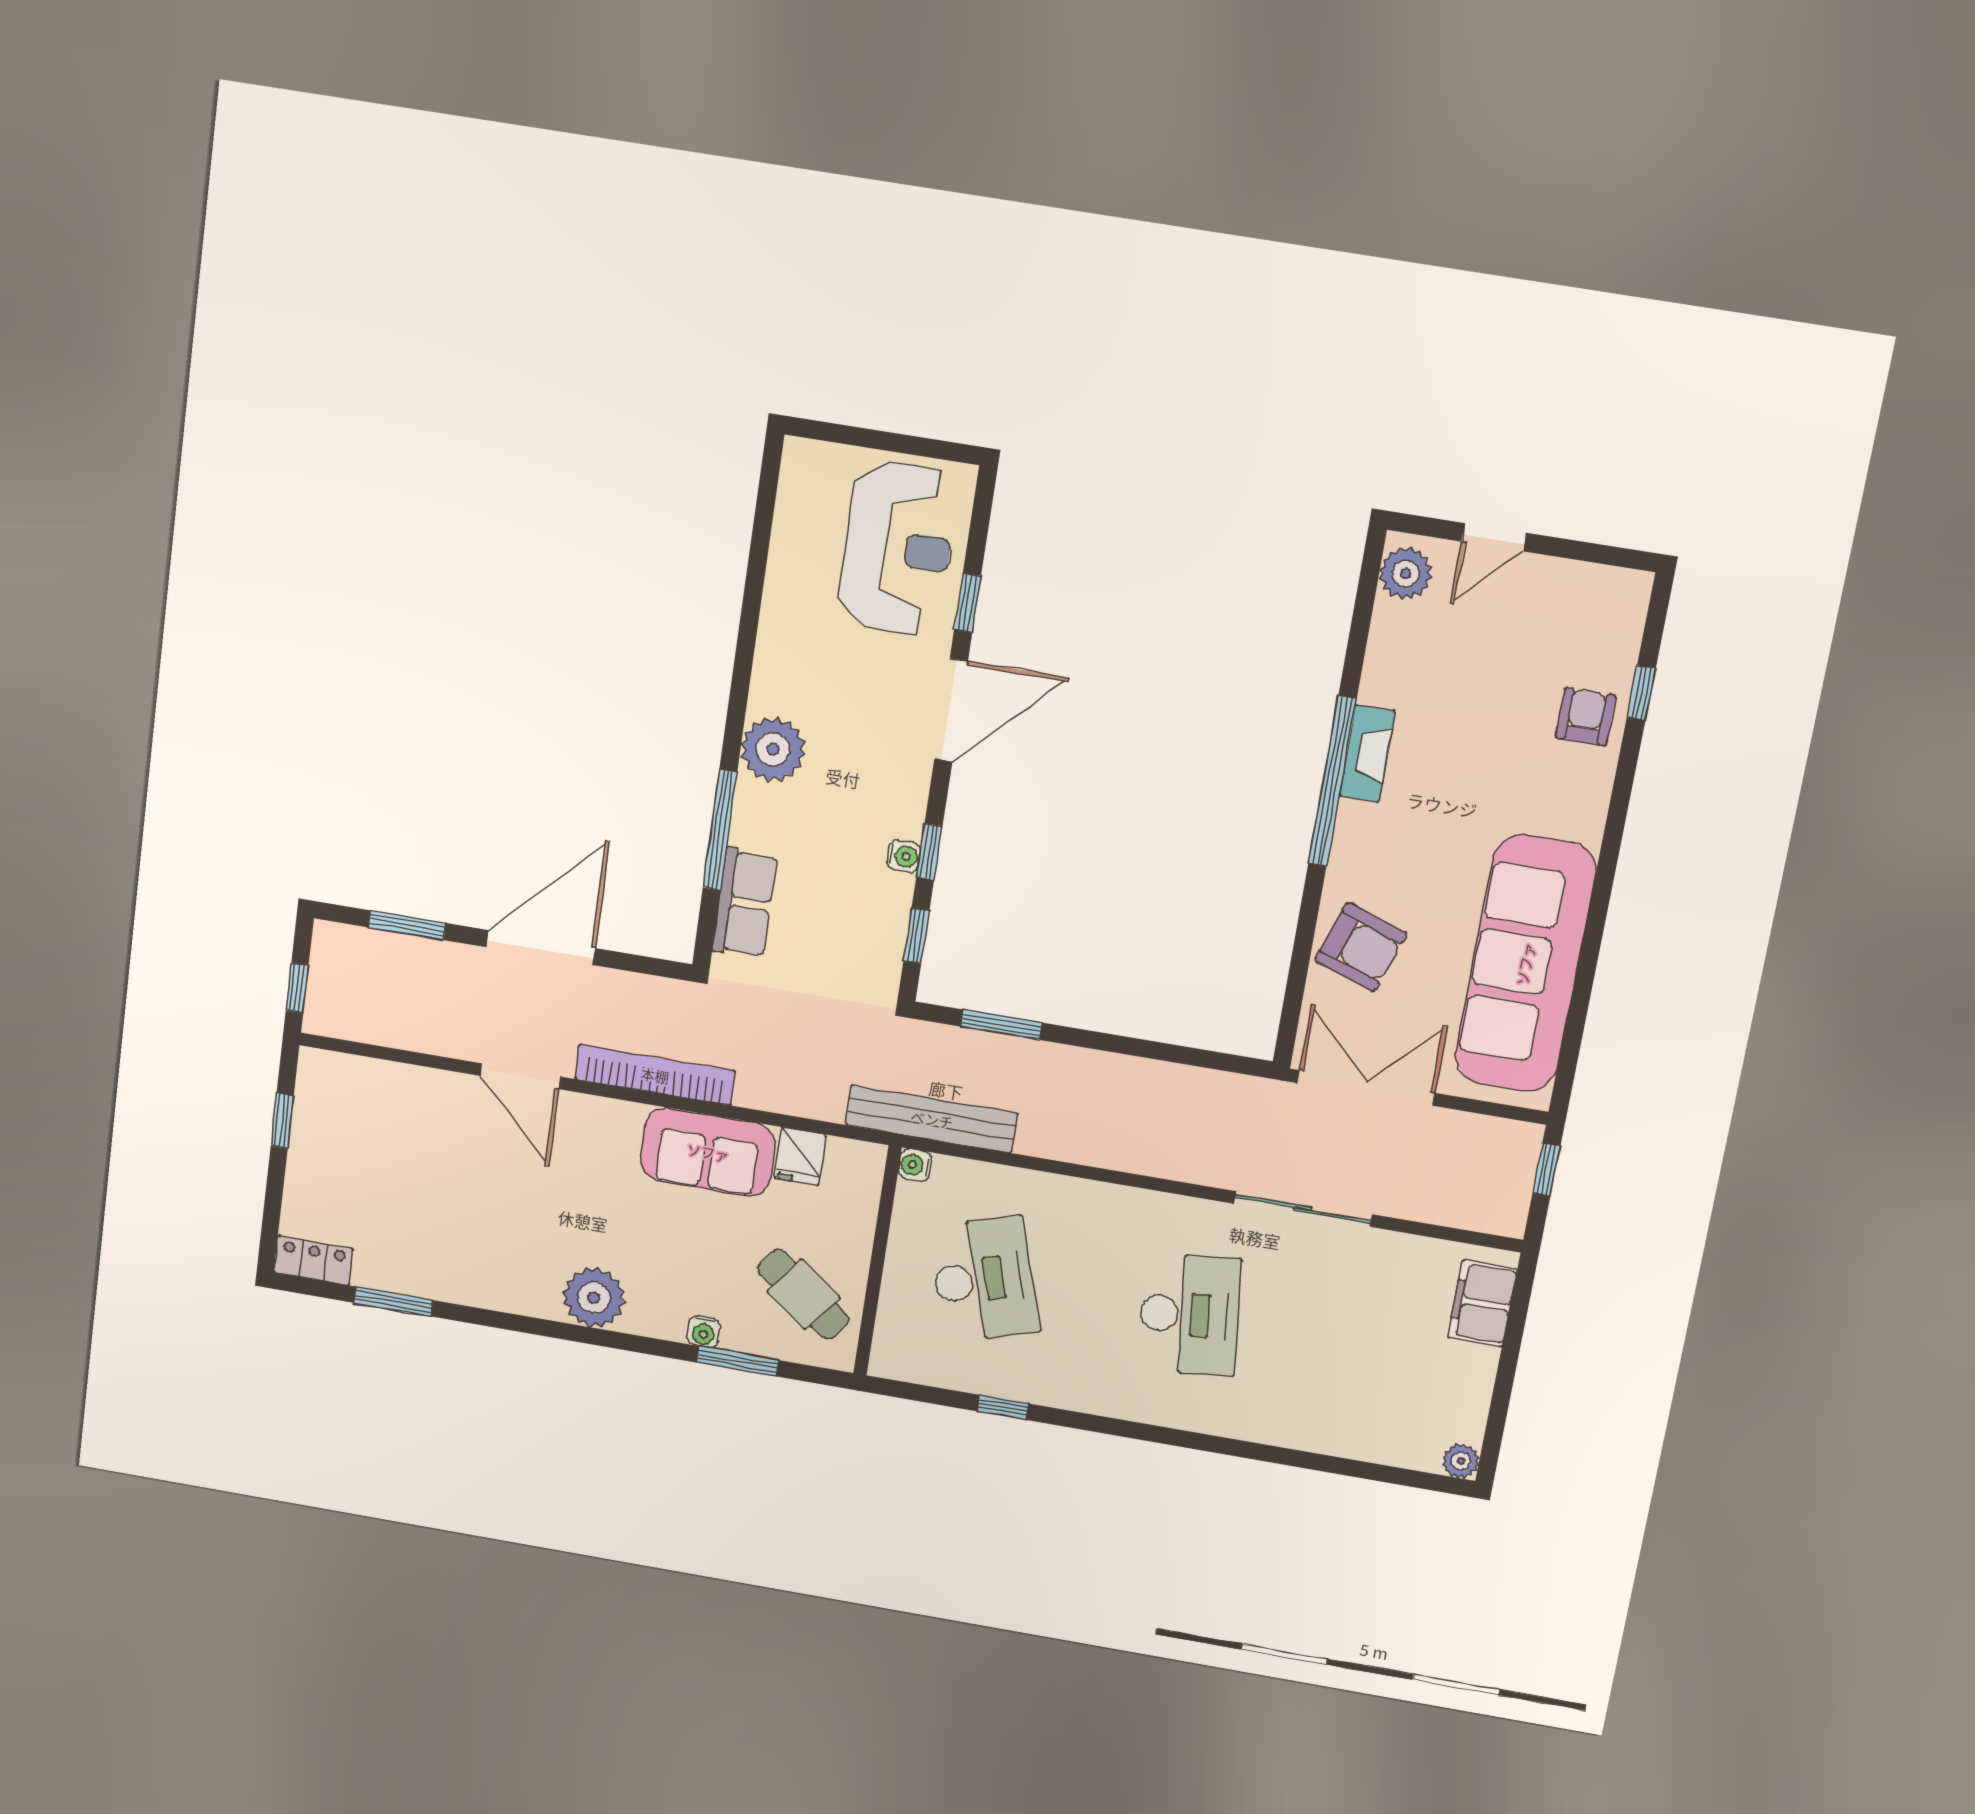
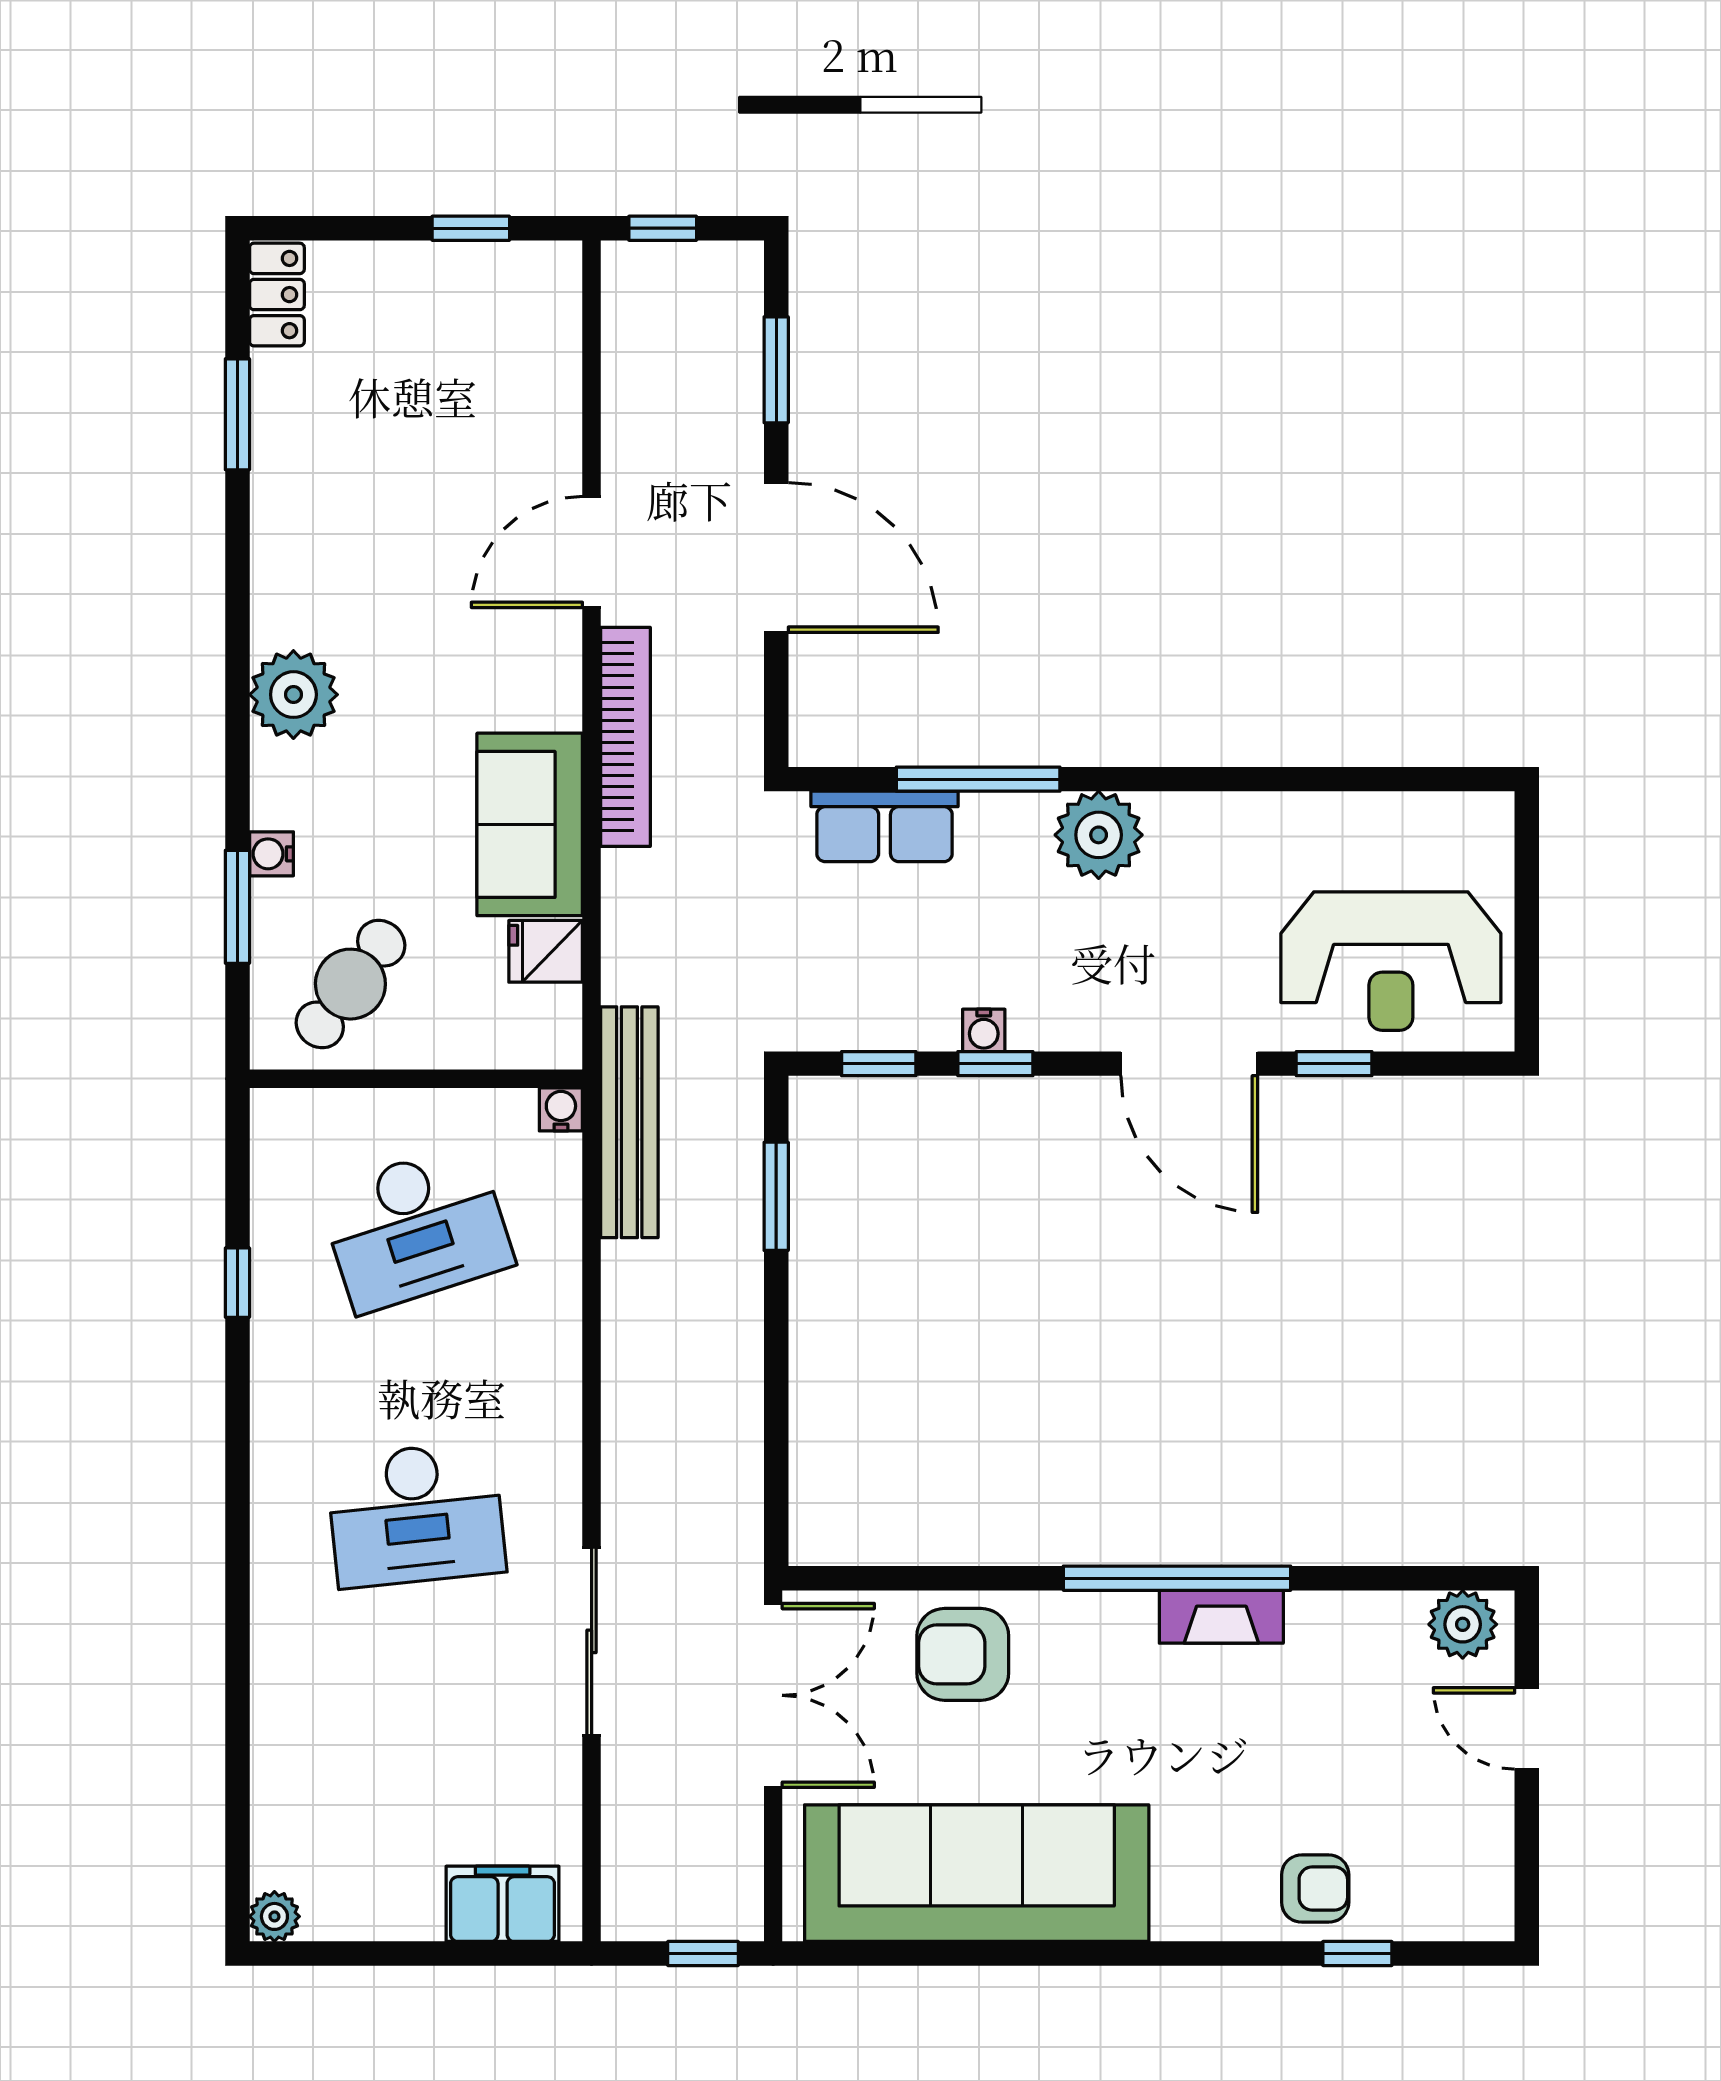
armchair: (1361, 947) -> (963, 1654), turned 71

